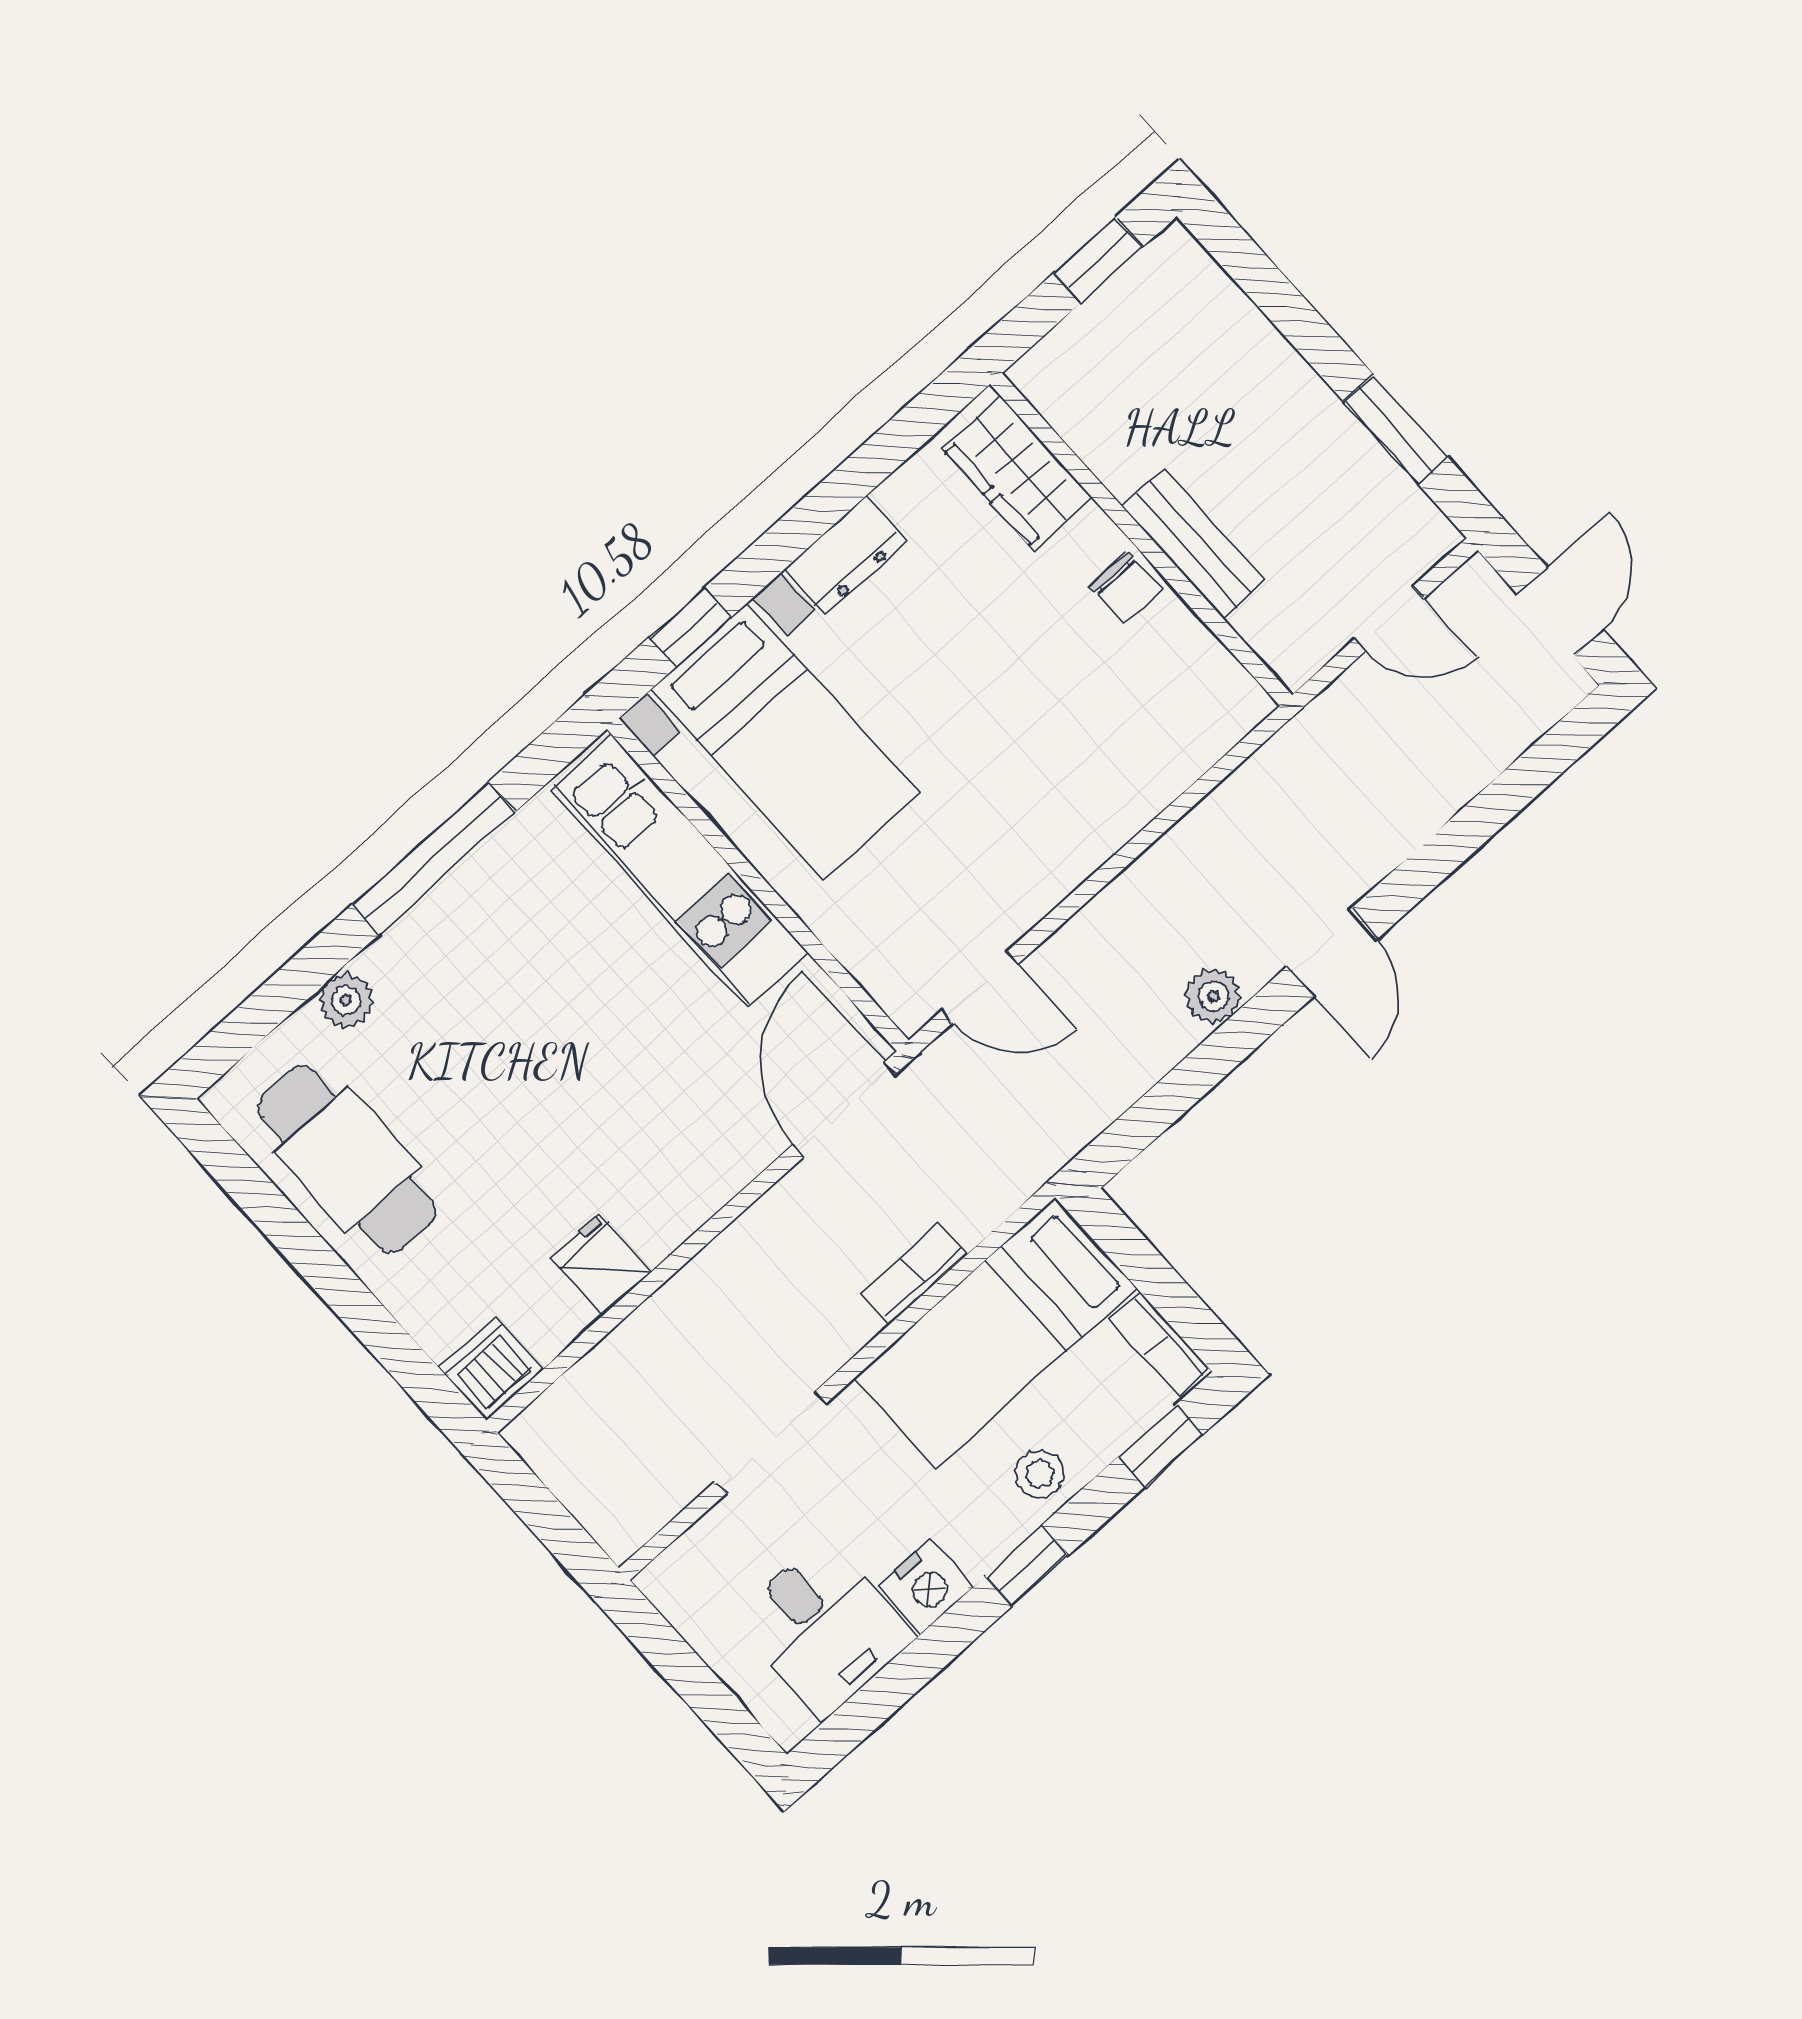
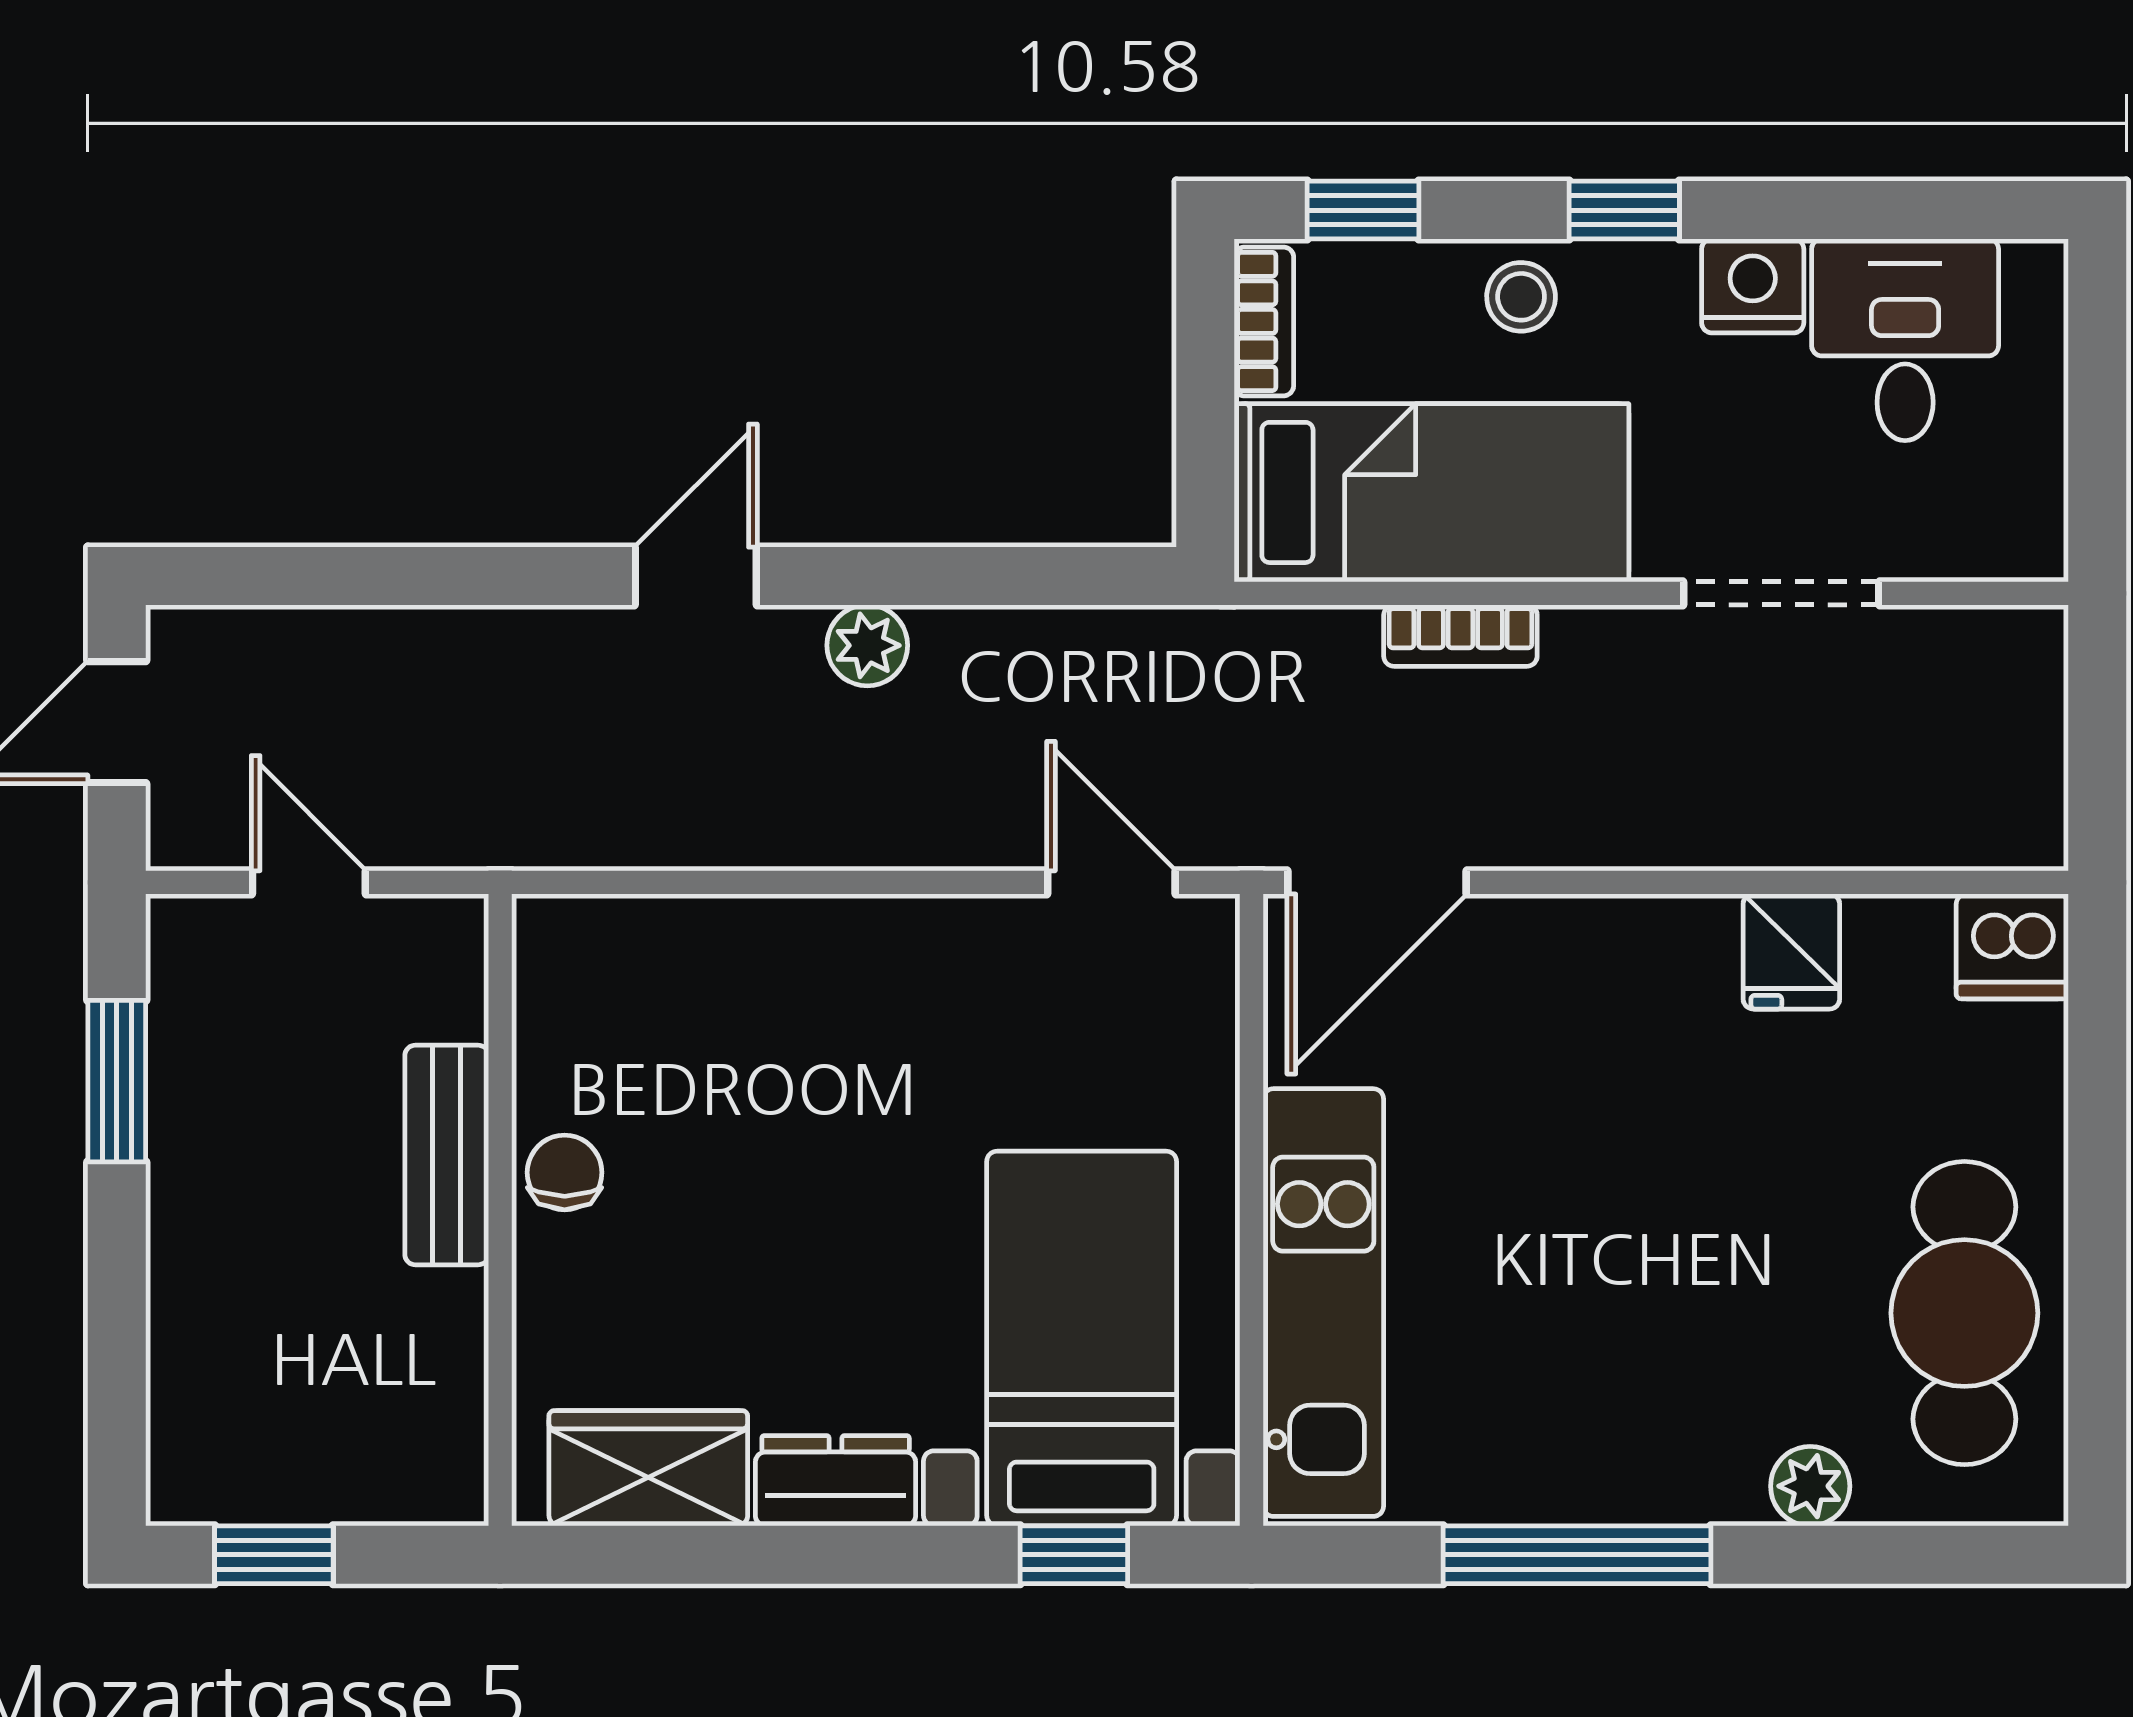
wardrobe: (1017, 472) -> (648, 1468), moved, turned -90

